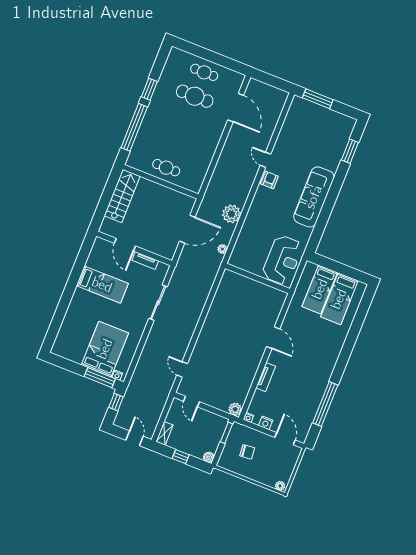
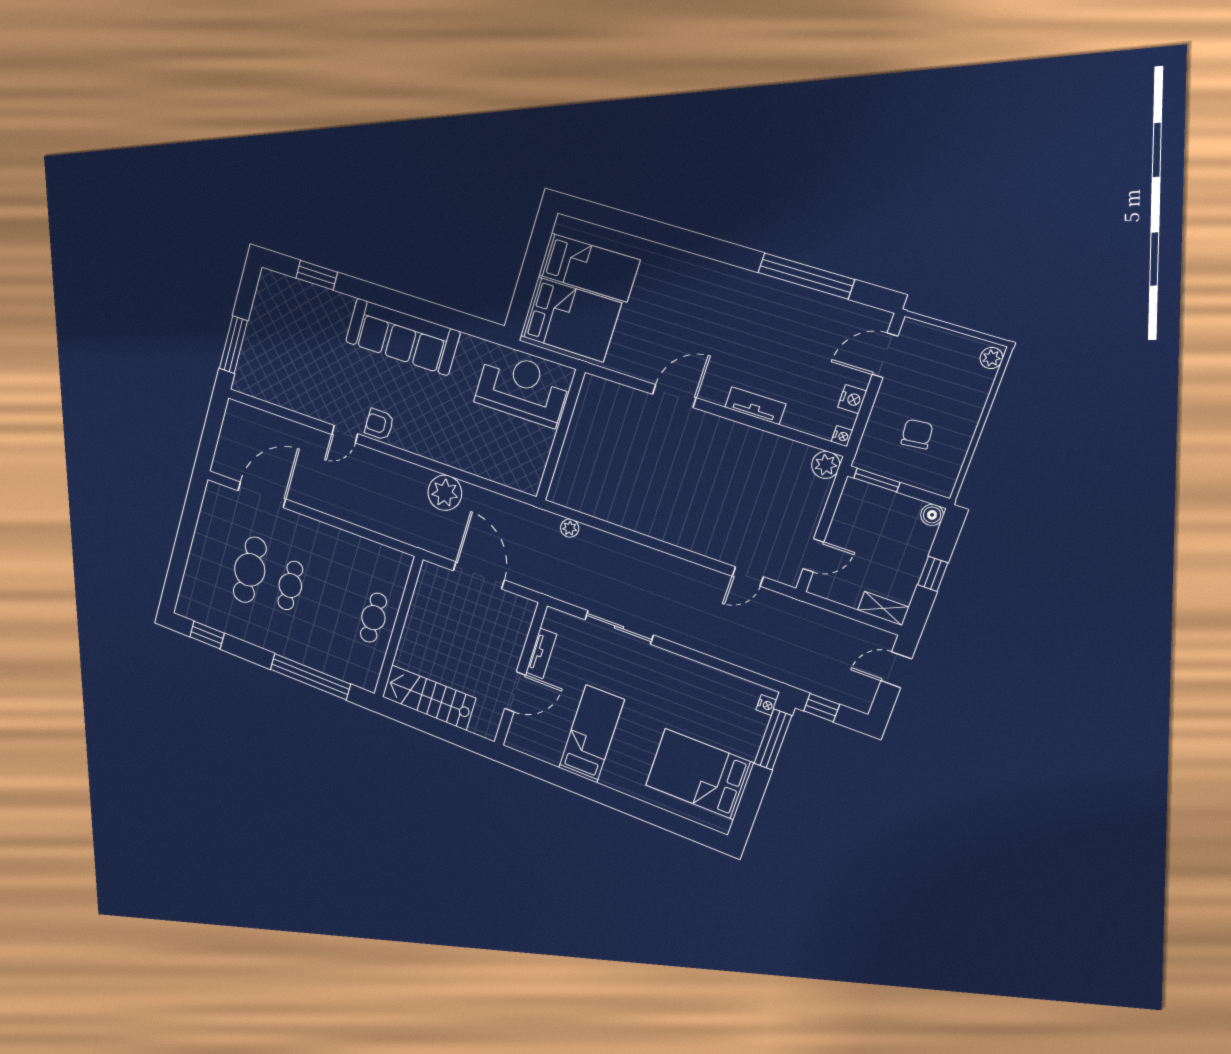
cafe table: (204, 72) -> (290, 586), moved
window: (149, 89) -> (207, 635), moved
plant: (222, 249) -> (570, 528), moved
bed: (320, 289) -> (571, 319), width x1.50
bed: (105, 349) -> (699, 774), moved

